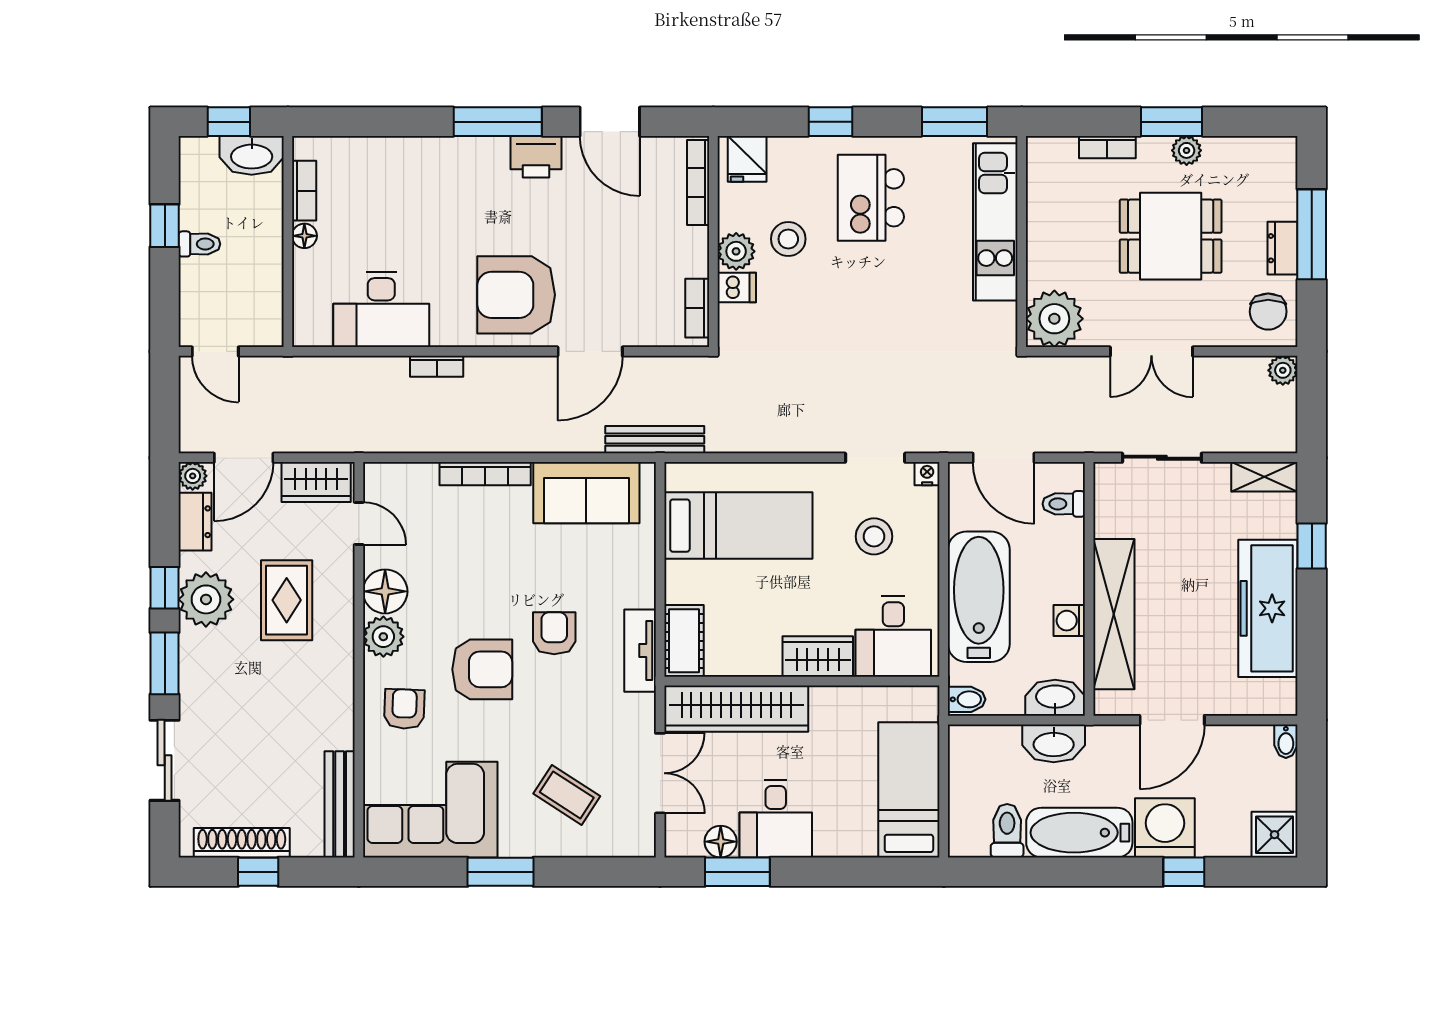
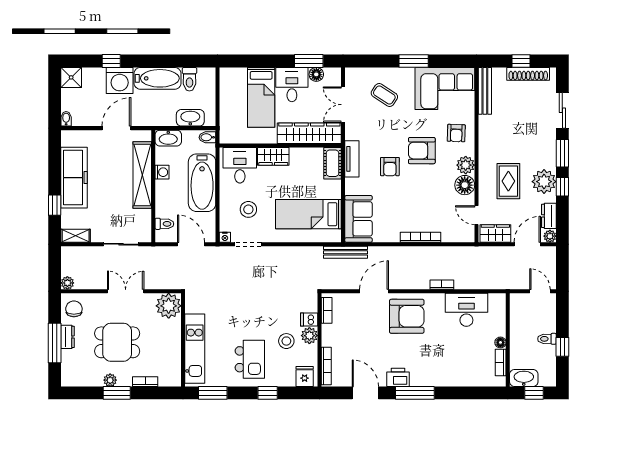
sofa: (586, 493) -> (358, 219), moved, turned 90
washbasin: (1054, 743) -> (190, 118), moved
bed: (909, 790) -> (261, 97), moved

